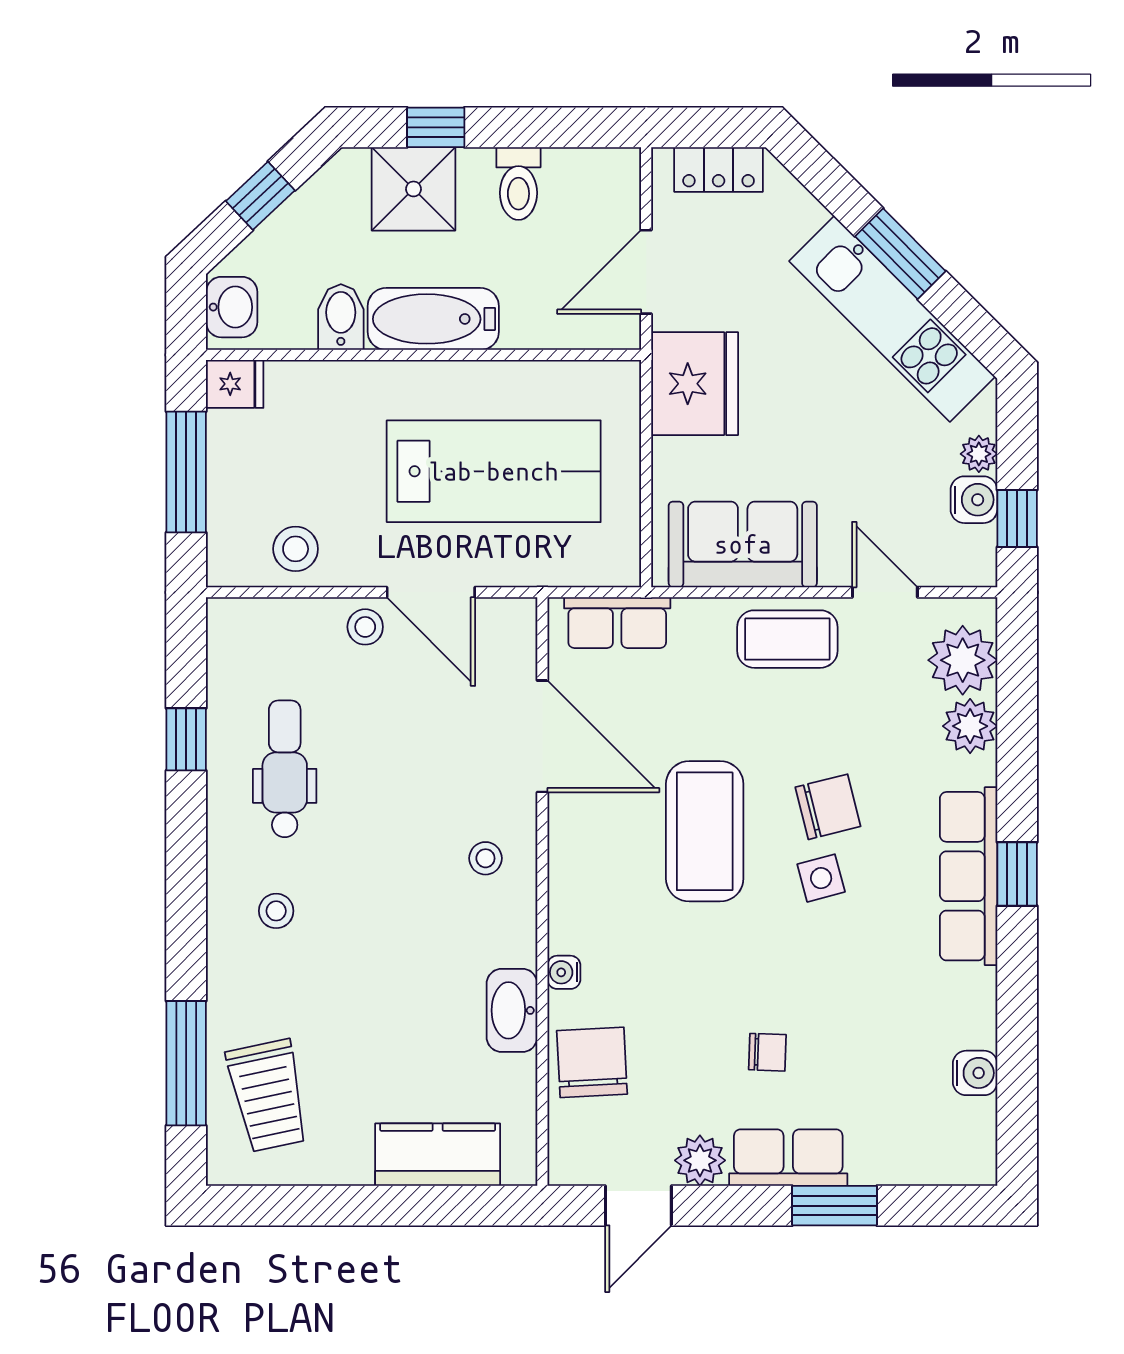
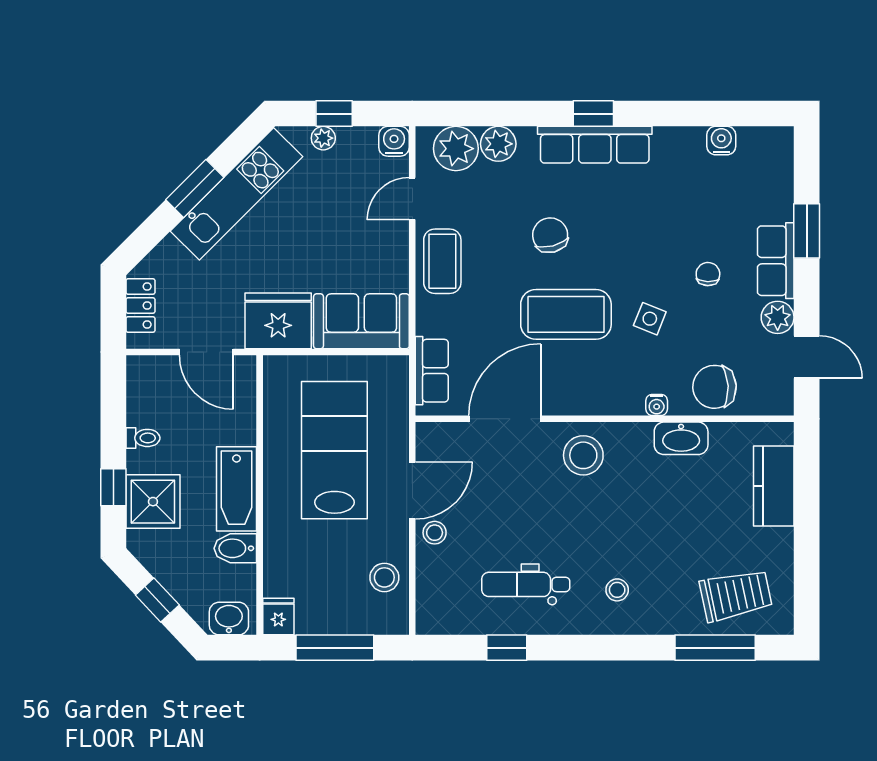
toilet: (518, 183) -> (143, 438), width x0.73, depth x0.72
water cooler: (974, 500) -> (394, 141), moved
window: (1017, 518) -> (334, 114), moved
sofa: (743, 544) -> (361, 321), moved, turned 90
stool: (485, 858) -> (583, 455), width x1.89, depth x1.89
side table: (821, 878) -> (650, 319), moved, turned 37

